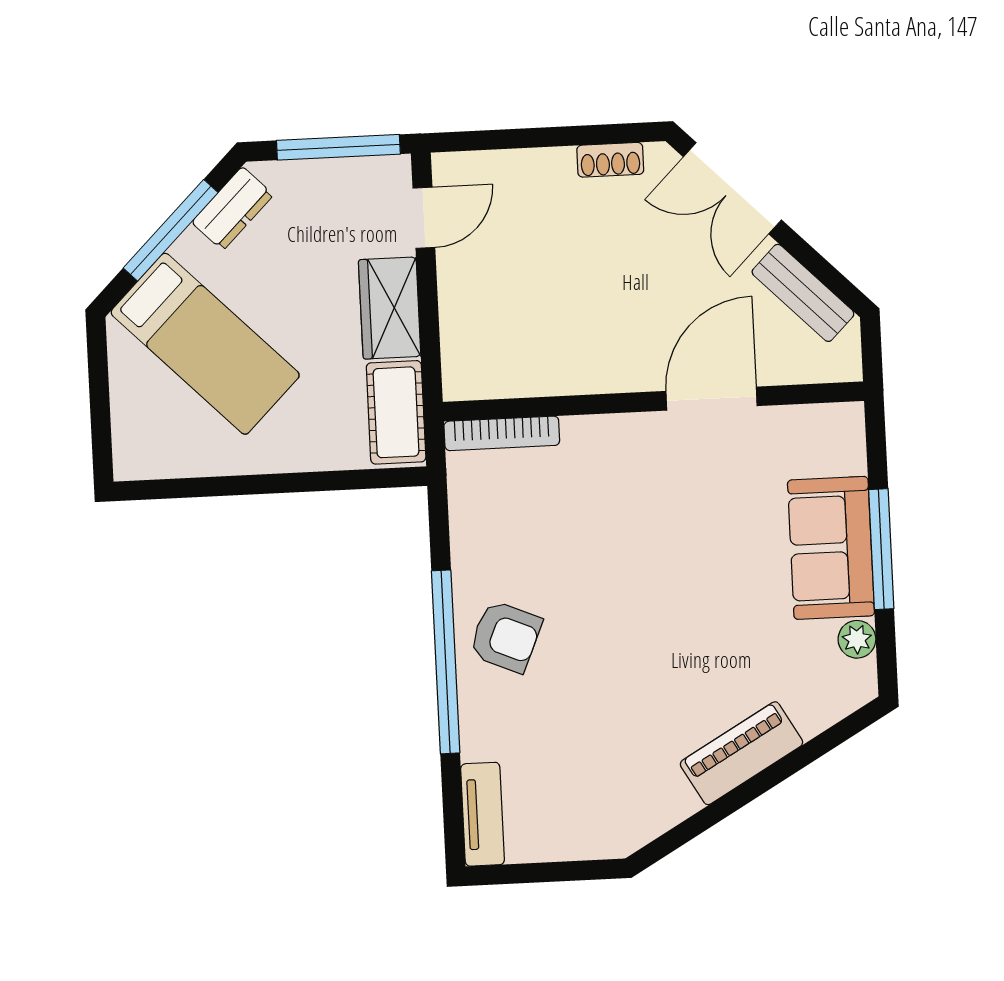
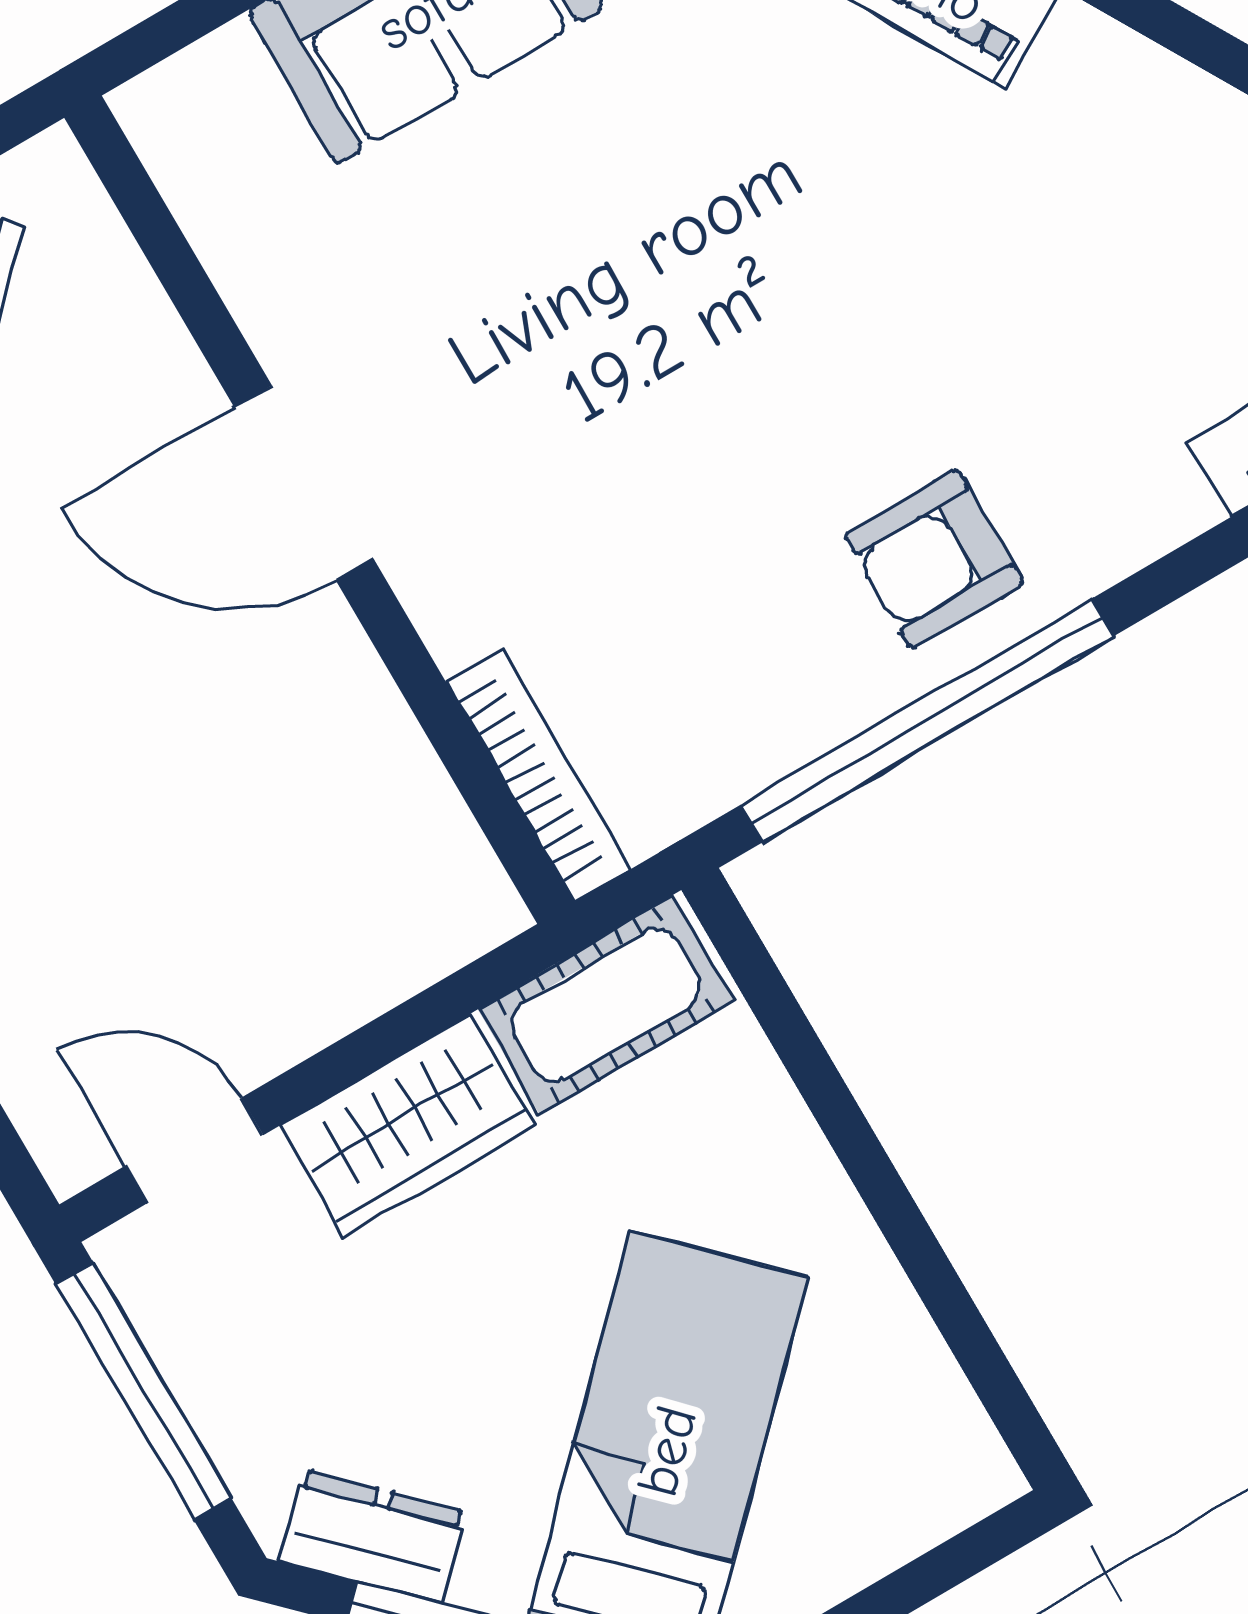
door: (712, 399) -> (304, 483), moved
armchair: (505, 636) -> (934, 559), turned -113
window: (446, 662) -> (927, 720), moved

